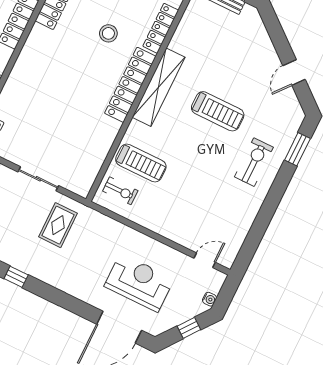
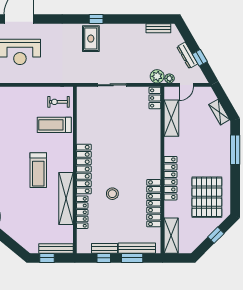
shelving: (159, 87) -> (66, 198), moved
treadmill: (218, 111) -> (38, 170), moved, turned -90
rug: (58, 225) -> (91, 39), moved

